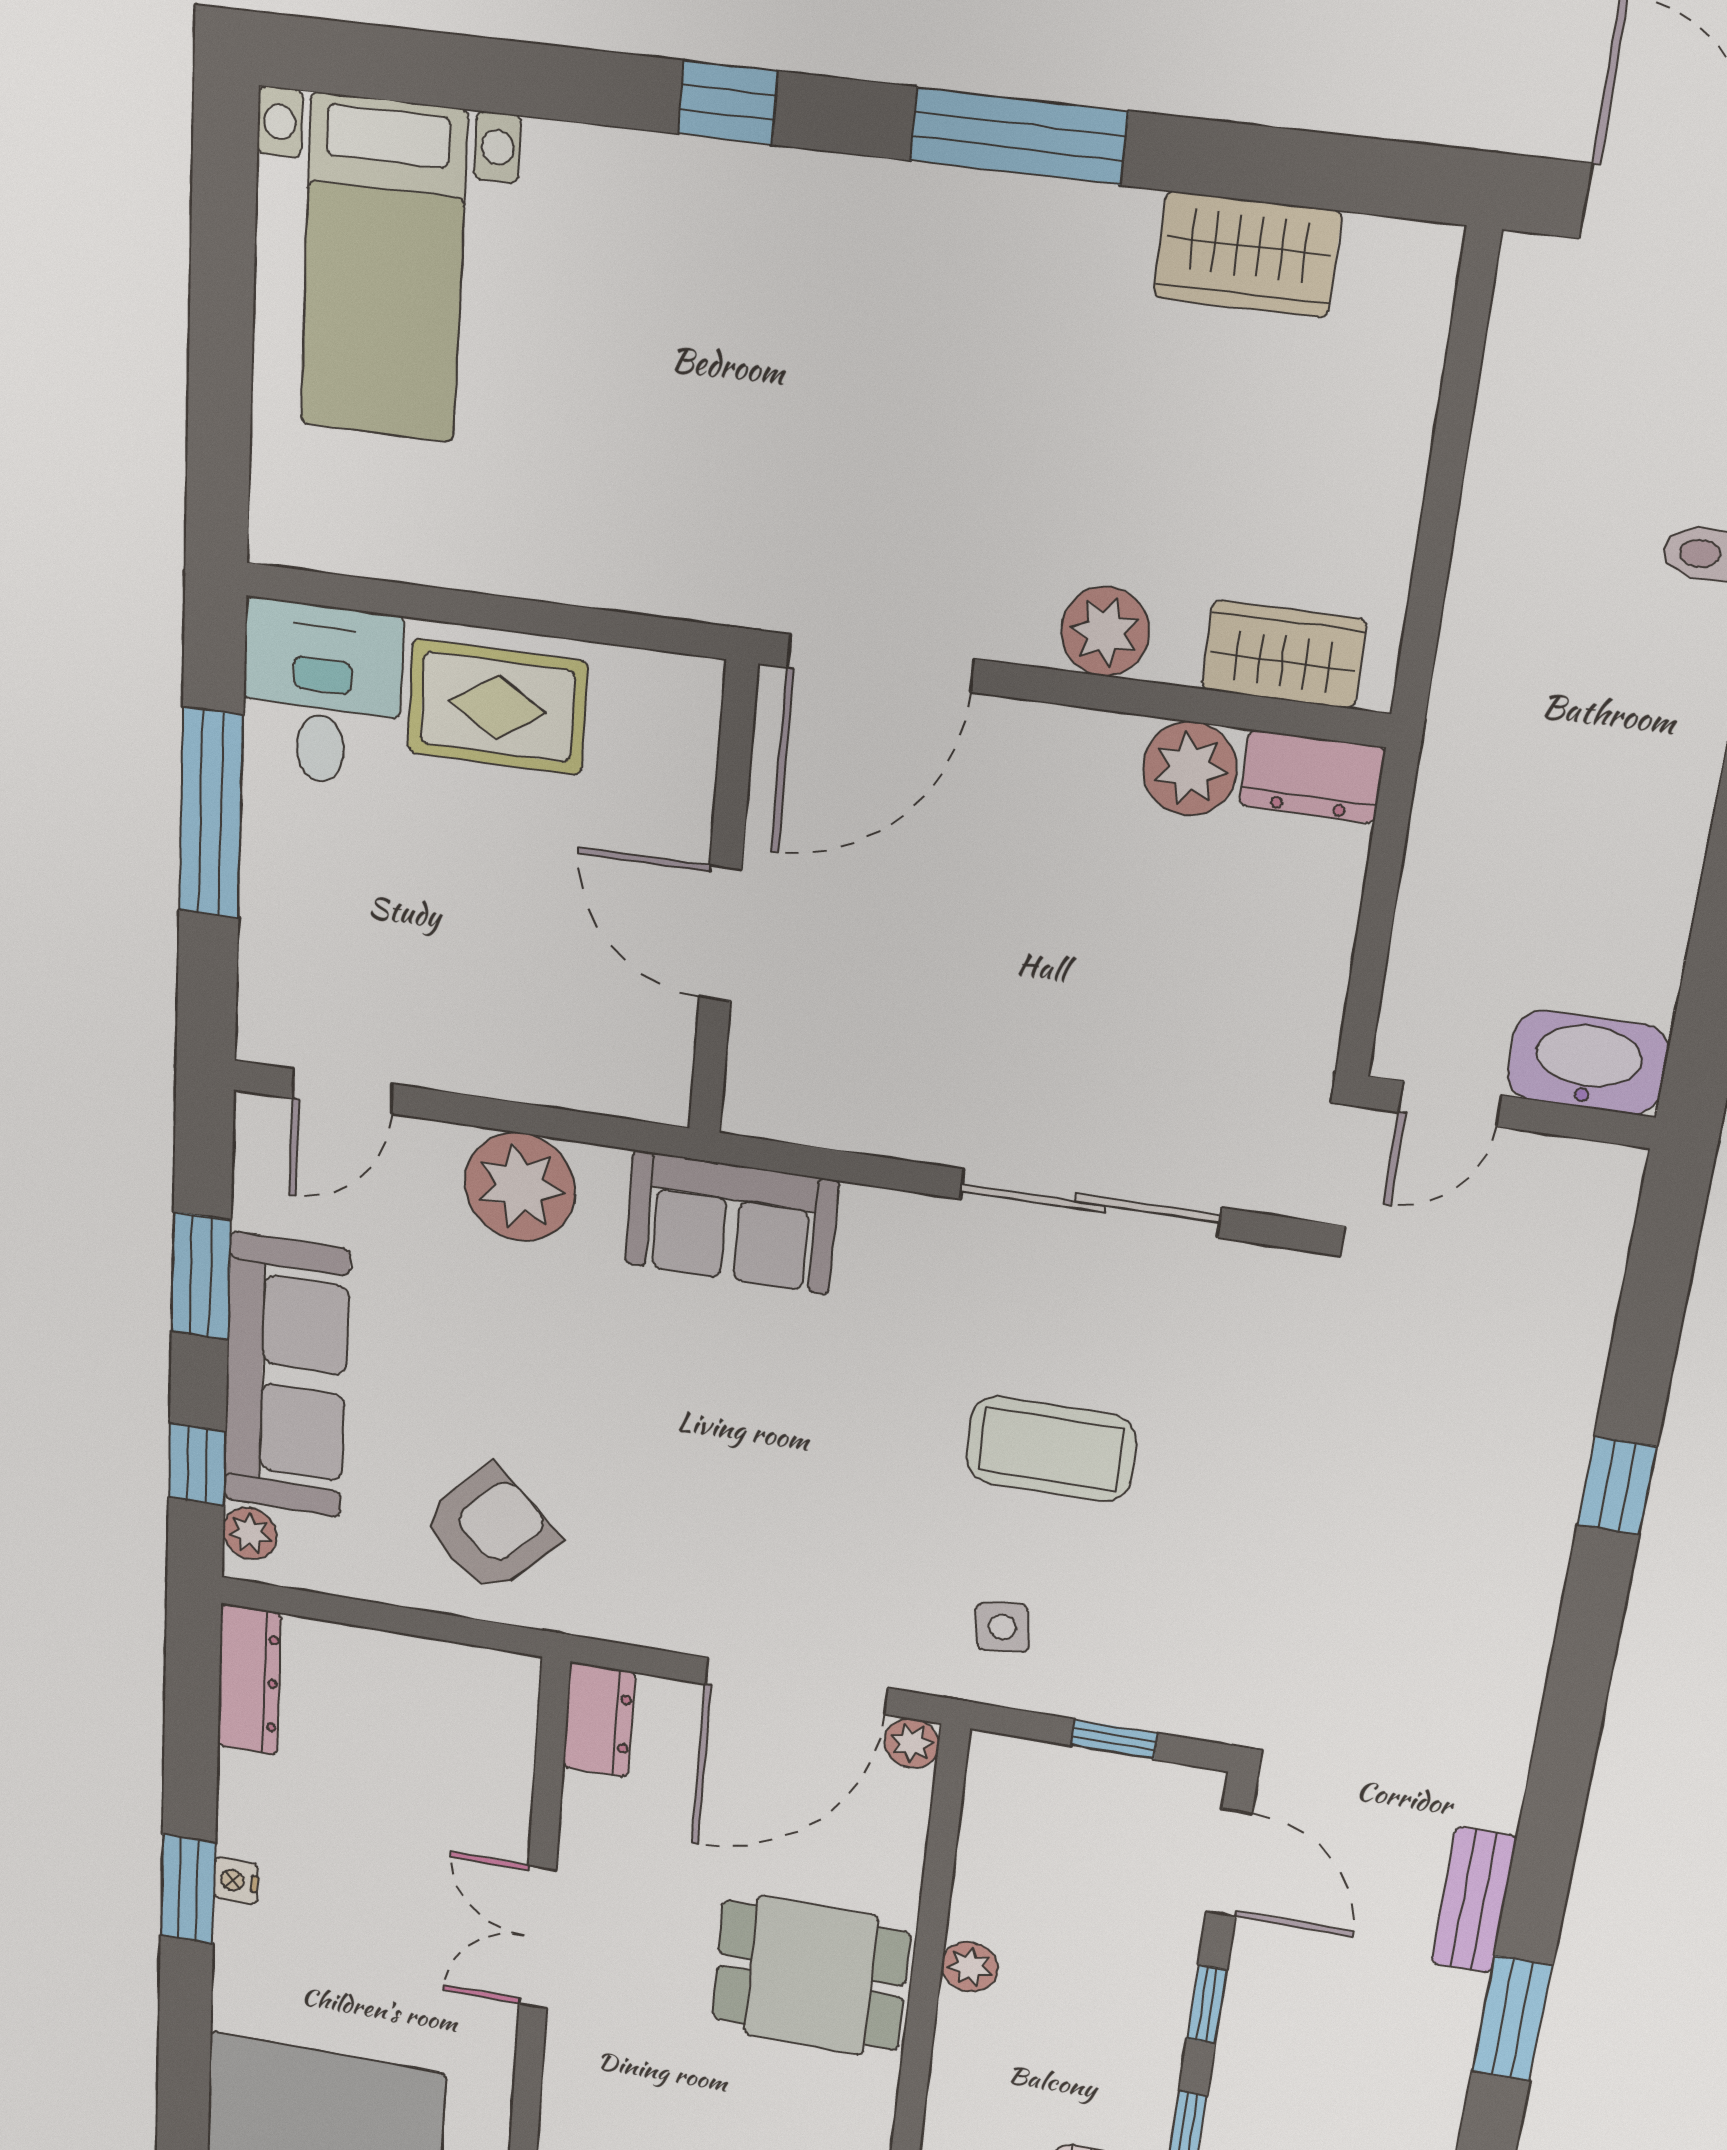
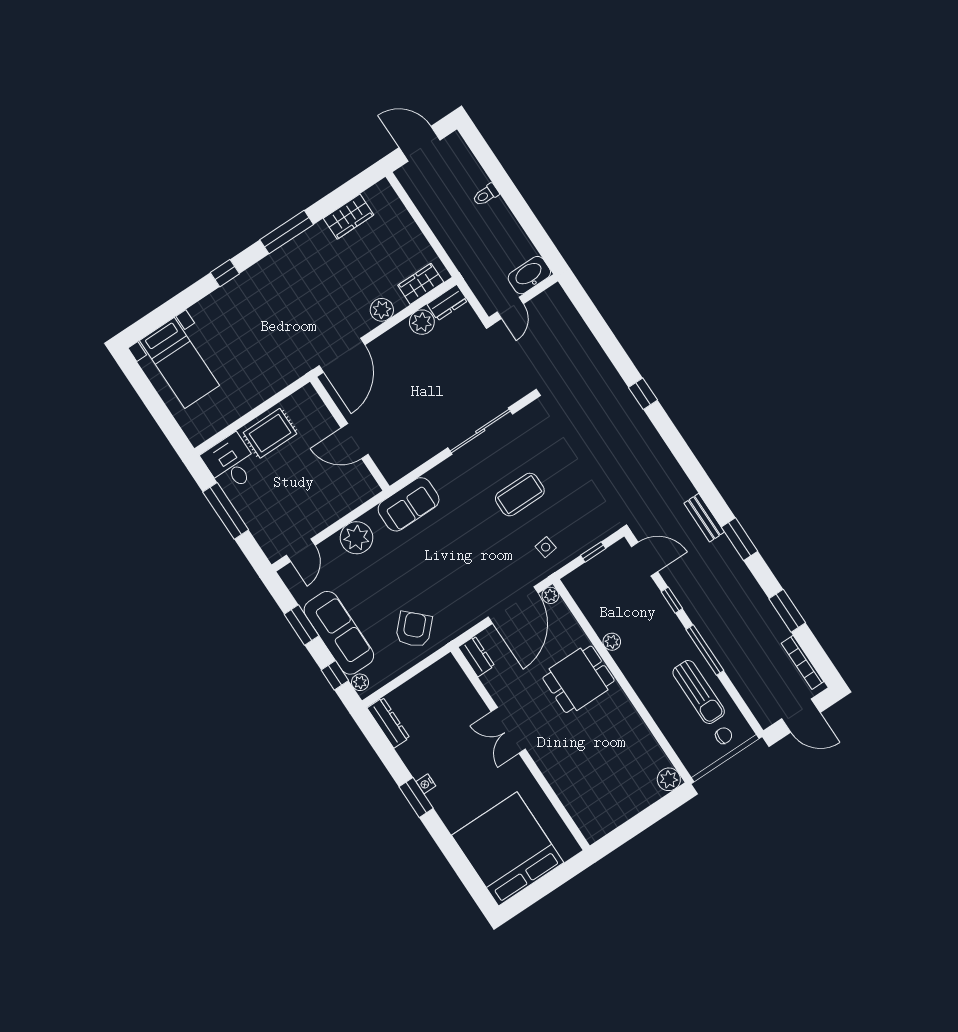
washbasin: (1588, 1062) -> (529, 275), moved
door: (1450, 1104) -> (510, 308), moved
wall: (1509, 1112) -> (523, 299), moved

